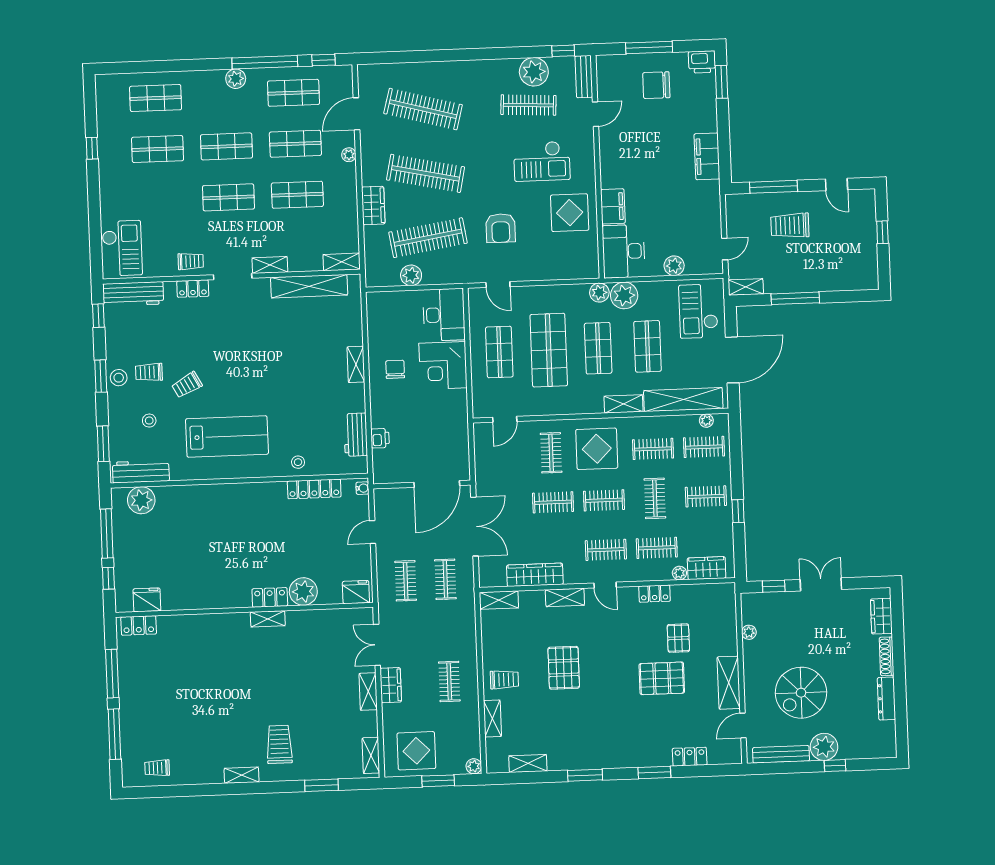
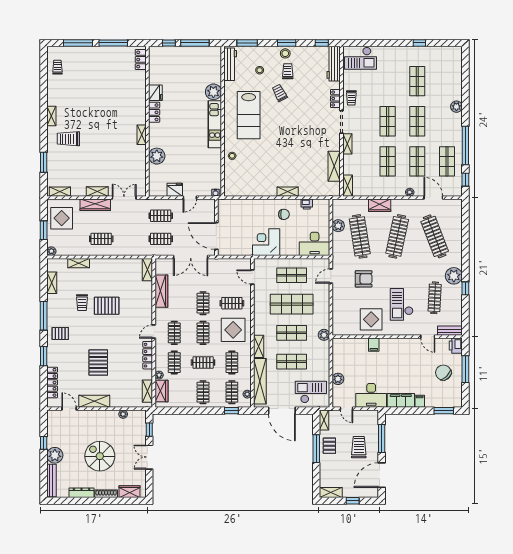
window: (563, 51) -> (465, 288), moved
printer: (702, 62) -> (456, 346), moved
plant: (534, 72) -> (454, 276), moved
plant: (236, 79) -> (456, 107), moved
chair: (656, 85) -> (443, 373), turned -45
shop shelf: (156, 98) -> (447, 81), removed
clothes rail: (423, 109) -> (435, 236), turned -36
filing cabinet: (707, 124) -> (420, 401), added
door: (836, 184) -> (382, 475), width x1.87
filing cabinet: (613, 206) -> (374, 345), width x0.50
armchair: (501, 228) -> (364, 279), turned 180
desk: (624, 251) -> (371, 395), moved, turned 180
shelving: (870, 271) -> (331, 492), added
pallet: (789, 276) -> (329, 446), added
shelving: (309, 286) -> (334, 166), width x0.68
plant: (624, 295) -> (322, 349), removed
corner desk: (443, 365) -> (266, 242), moved
workbench: (356, 435) -> (247, 190), removed
printer: (380, 438) -> (307, 204), moved
locker: (314, 489) -> (216, 165), removed
kitchen unit: (245, 494) -> (215, 124), added
plant: (141, 500) -> (213, 92), moved
window: (738, 511) -> (231, 411), moved
door: (373, 532) -> (190, 198), swing flipped
double door: (821, 584) -> (149, 457), swing flipped
fridge: (356, 592) -> (175, 190), moved, turned -90
locker: (654, 594) -> (148, 355), width x1.53
locker: (270, 597) -> (154, 112), moved
shelving: (565, 597) -> (147, 391), moved
fridge: (147, 600) -> (155, 93), moved
pallet: (678, 638) -> (60, 334), moved
trolley: (504, 680) -> (82, 303), moved
wardrobe: (391, 685) -> (95, 205), width x1.50
spiral stairs: (801, 693) -> (100, 456), moved
trolley: (279, 744) -> (68, 139), turned 180
bench: (781, 754) -> (51, 481), moved
locker: (690, 757) -> (52, 382), width x1.53
window: (835, 766) -> (44, 443), moved
window: (585, 775) -> (44, 316), width x1.44

